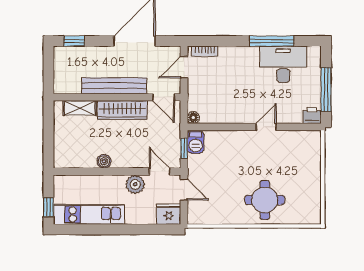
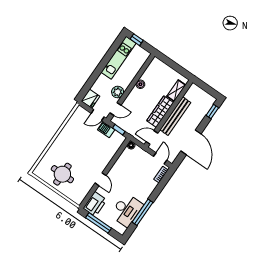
printer: (312, 115) -> (95, 204), width x1.87, depth x1.48
barbecue: (196, 142) -> (106, 130), moved
round table: (265, 200) -> (62, 174), moved

